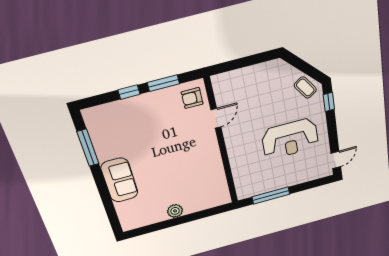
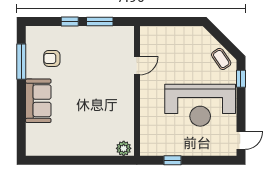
armchair: (192, 98) -> (52, 58), moved
reception desk: (290, 139) -> (200, 105), width x1.36, depth x1.30
window: (271, 195) -> (172, 160), width x0.46
plant: (175, 211) -> (124, 148), moved

